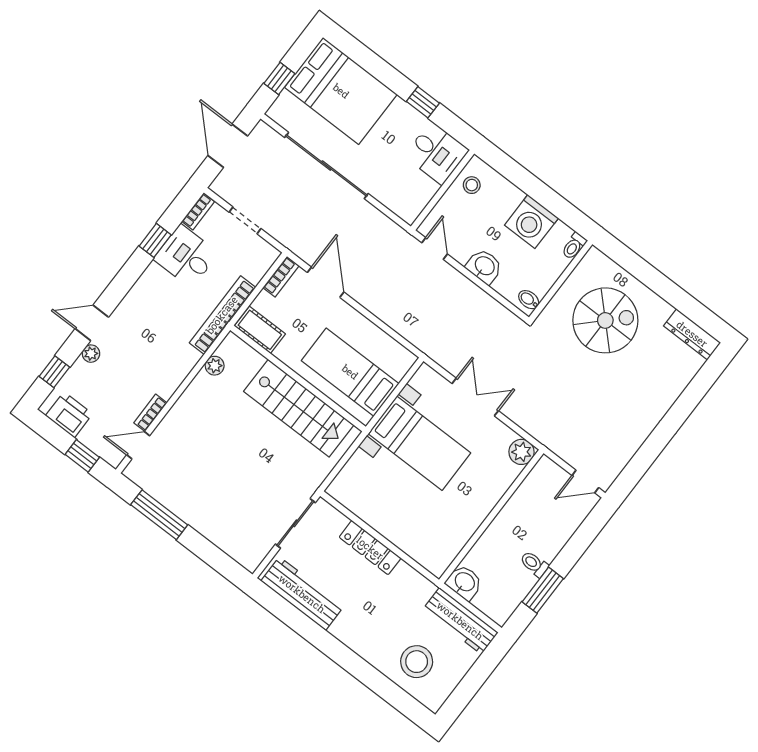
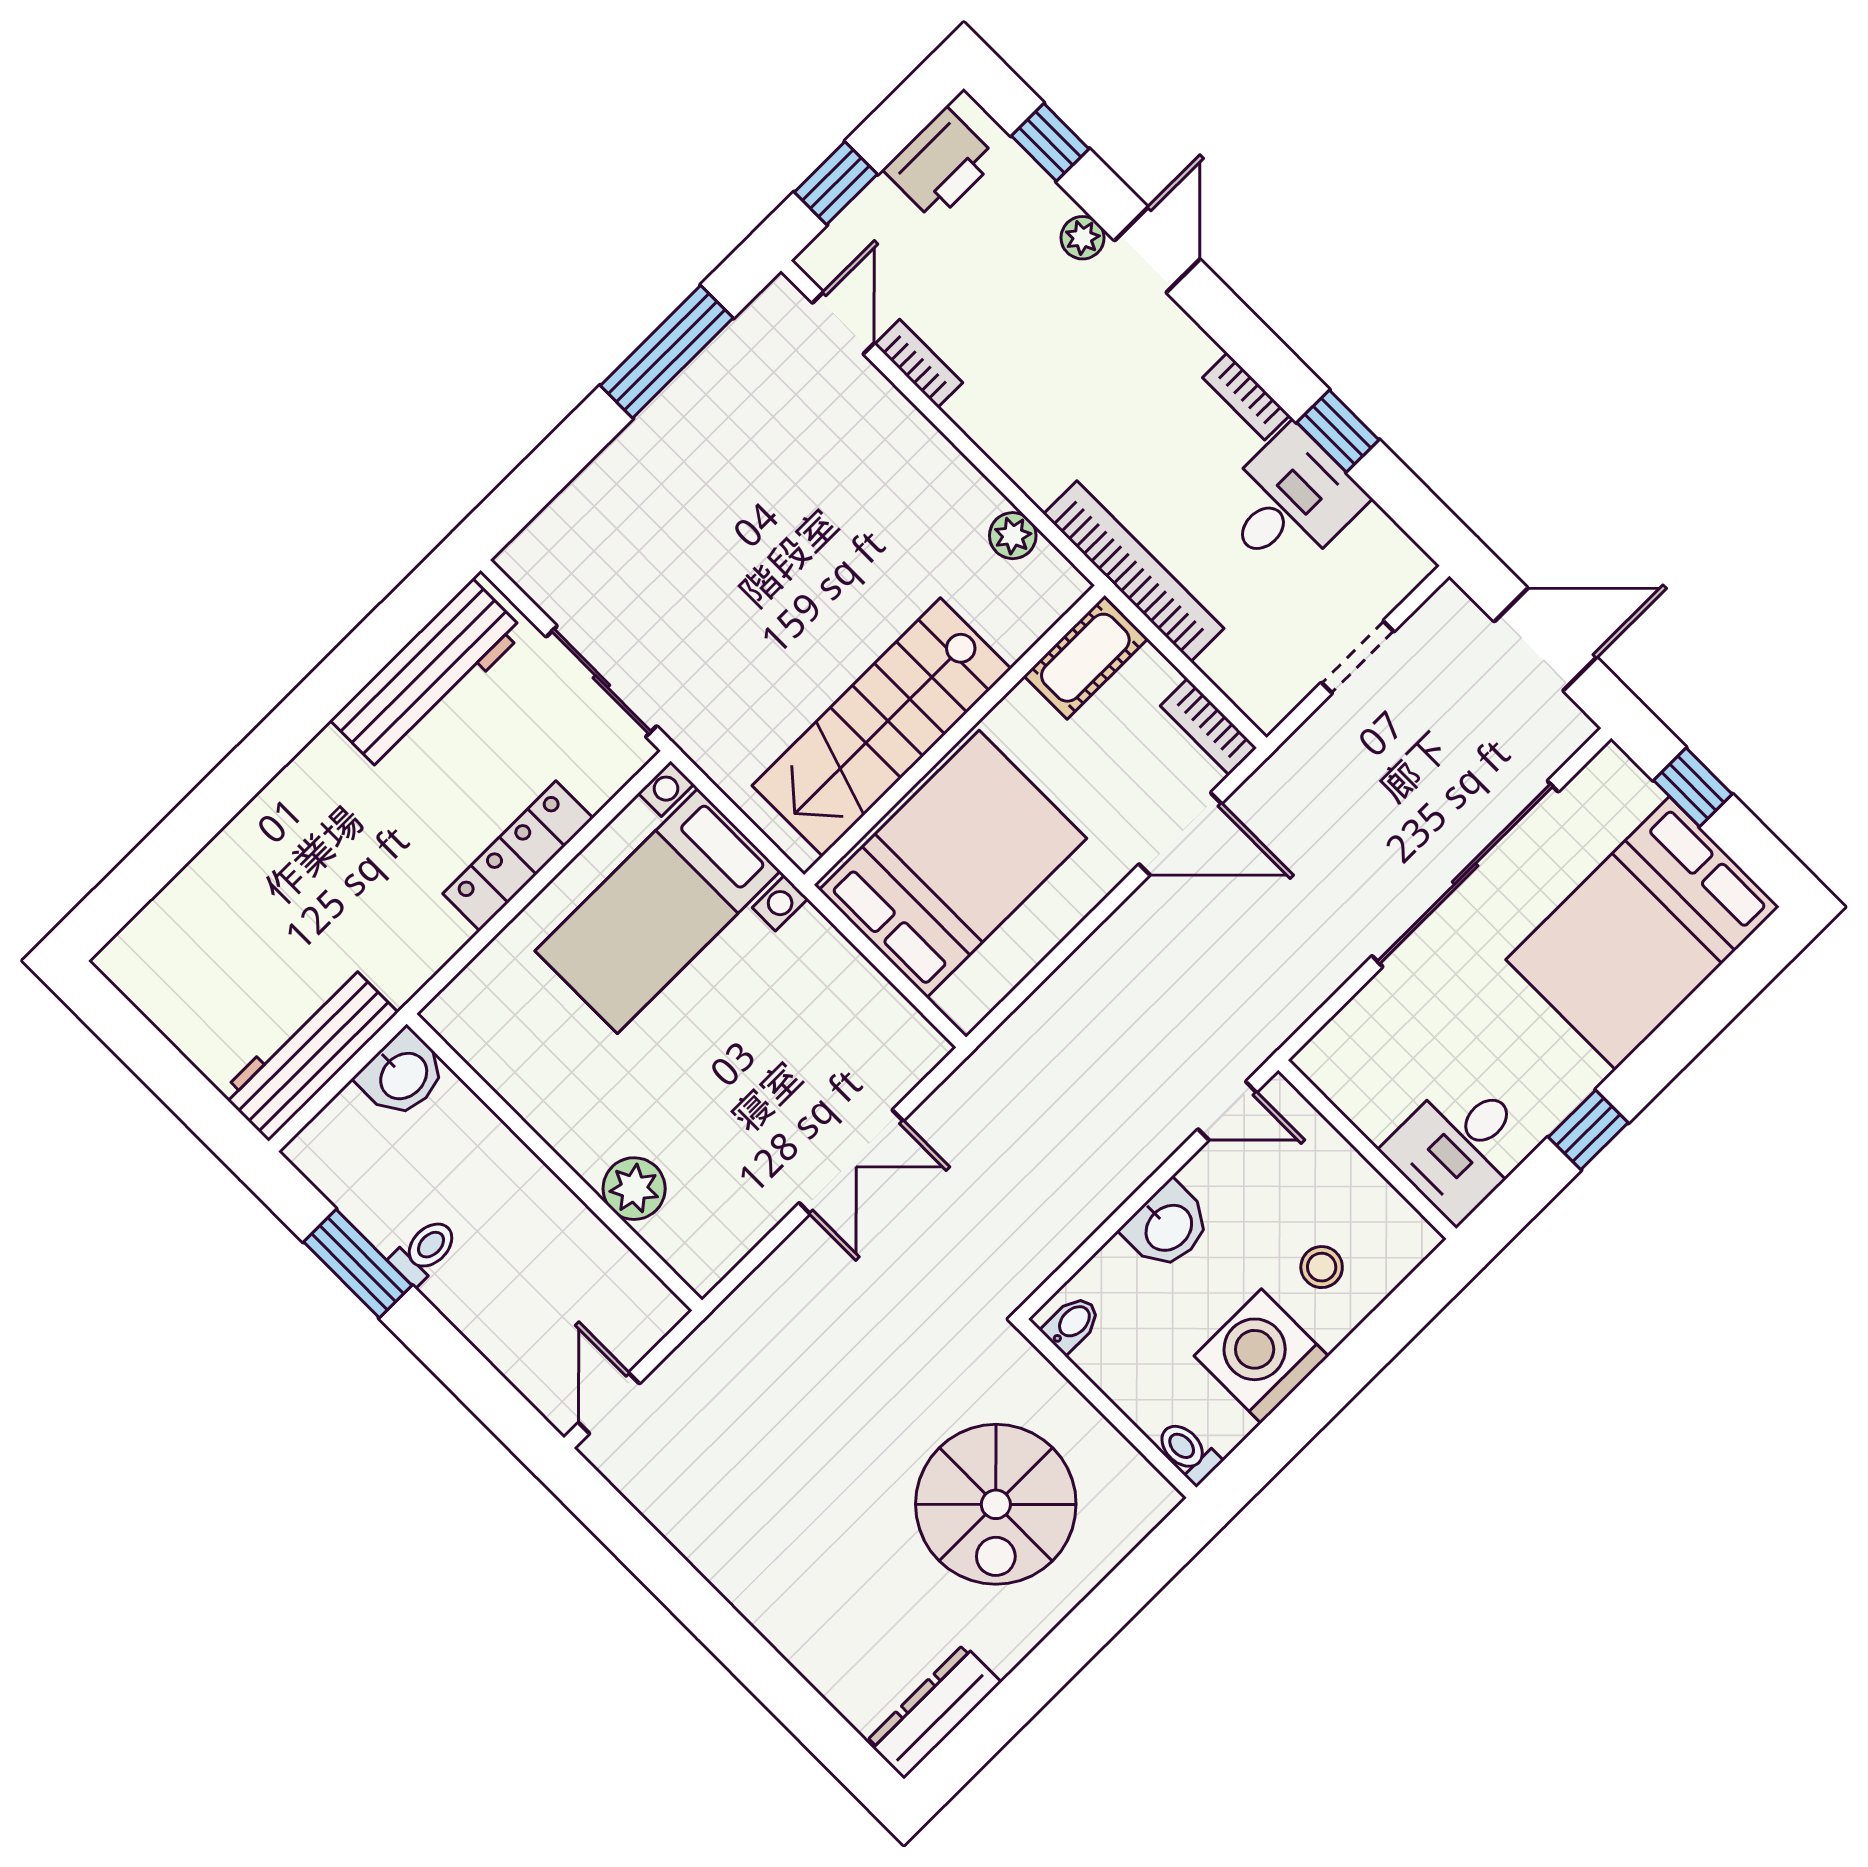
stool: (472, 185) -> (1322, 1267), moved
bookcase: (198, 211) -> (1246, 396), moved
bed: (350, 372) -> (953, 864), width x1.50
bed with nightstands: (419, 443) -> (658, 911), moved
plant: (522, 452) -> (634, 1189), moved
stool: (417, 662) -> (224, 932), removed

